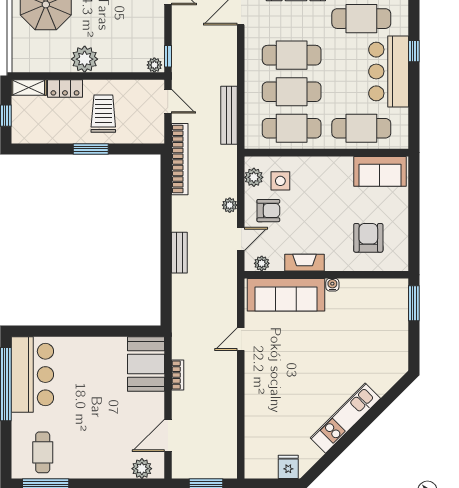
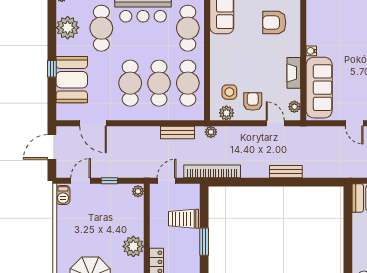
window: (168, 56) -> (109, 181), moved
trolley: (103, 114) -> (183, 219), moved
bench: (229, 115) -> (178, 133), width x0.73
plant: (230, 205) -> (211, 132), moved

